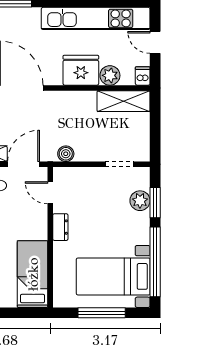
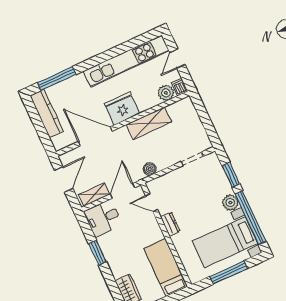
door: (155, 42) -> (177, 59), hinge flipped
fridge: (81, 70) -> (122, 108), moved
plant: (110, 75) -> (166, 93), moved
shelving: (123, 101) -> (149, 123), moved
plant: (140, 201) -> (230, 202), moved

